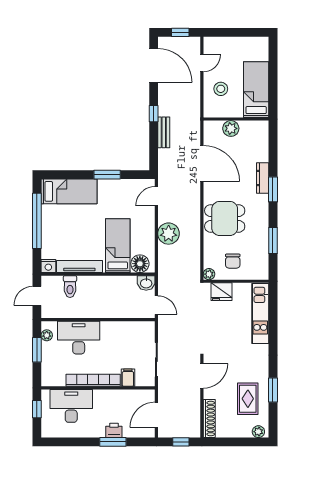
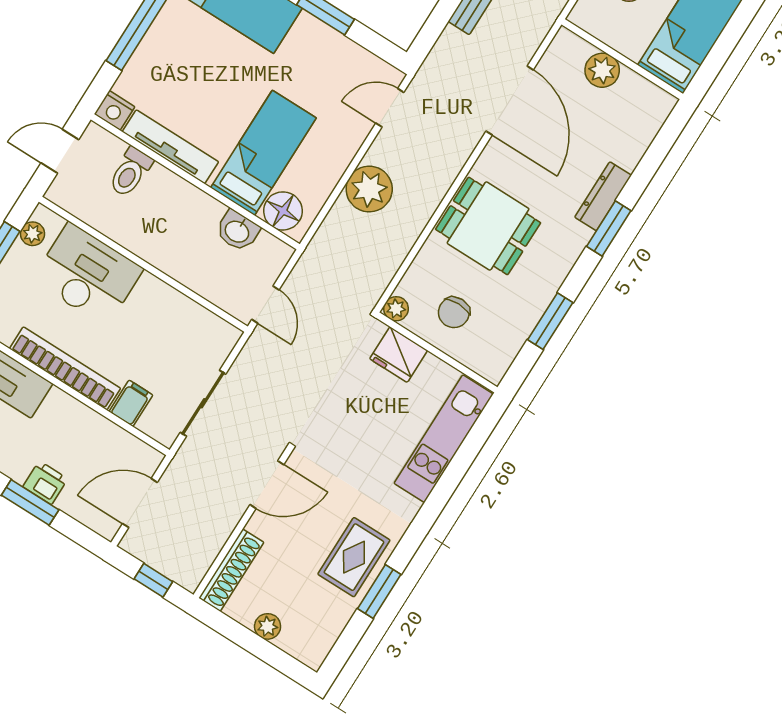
washbasin: (146, 283) -> (237, 231), moved
rug: (248, 399) -> (354, 557), moved
plant: (258, 432) -> (268, 626), moved

